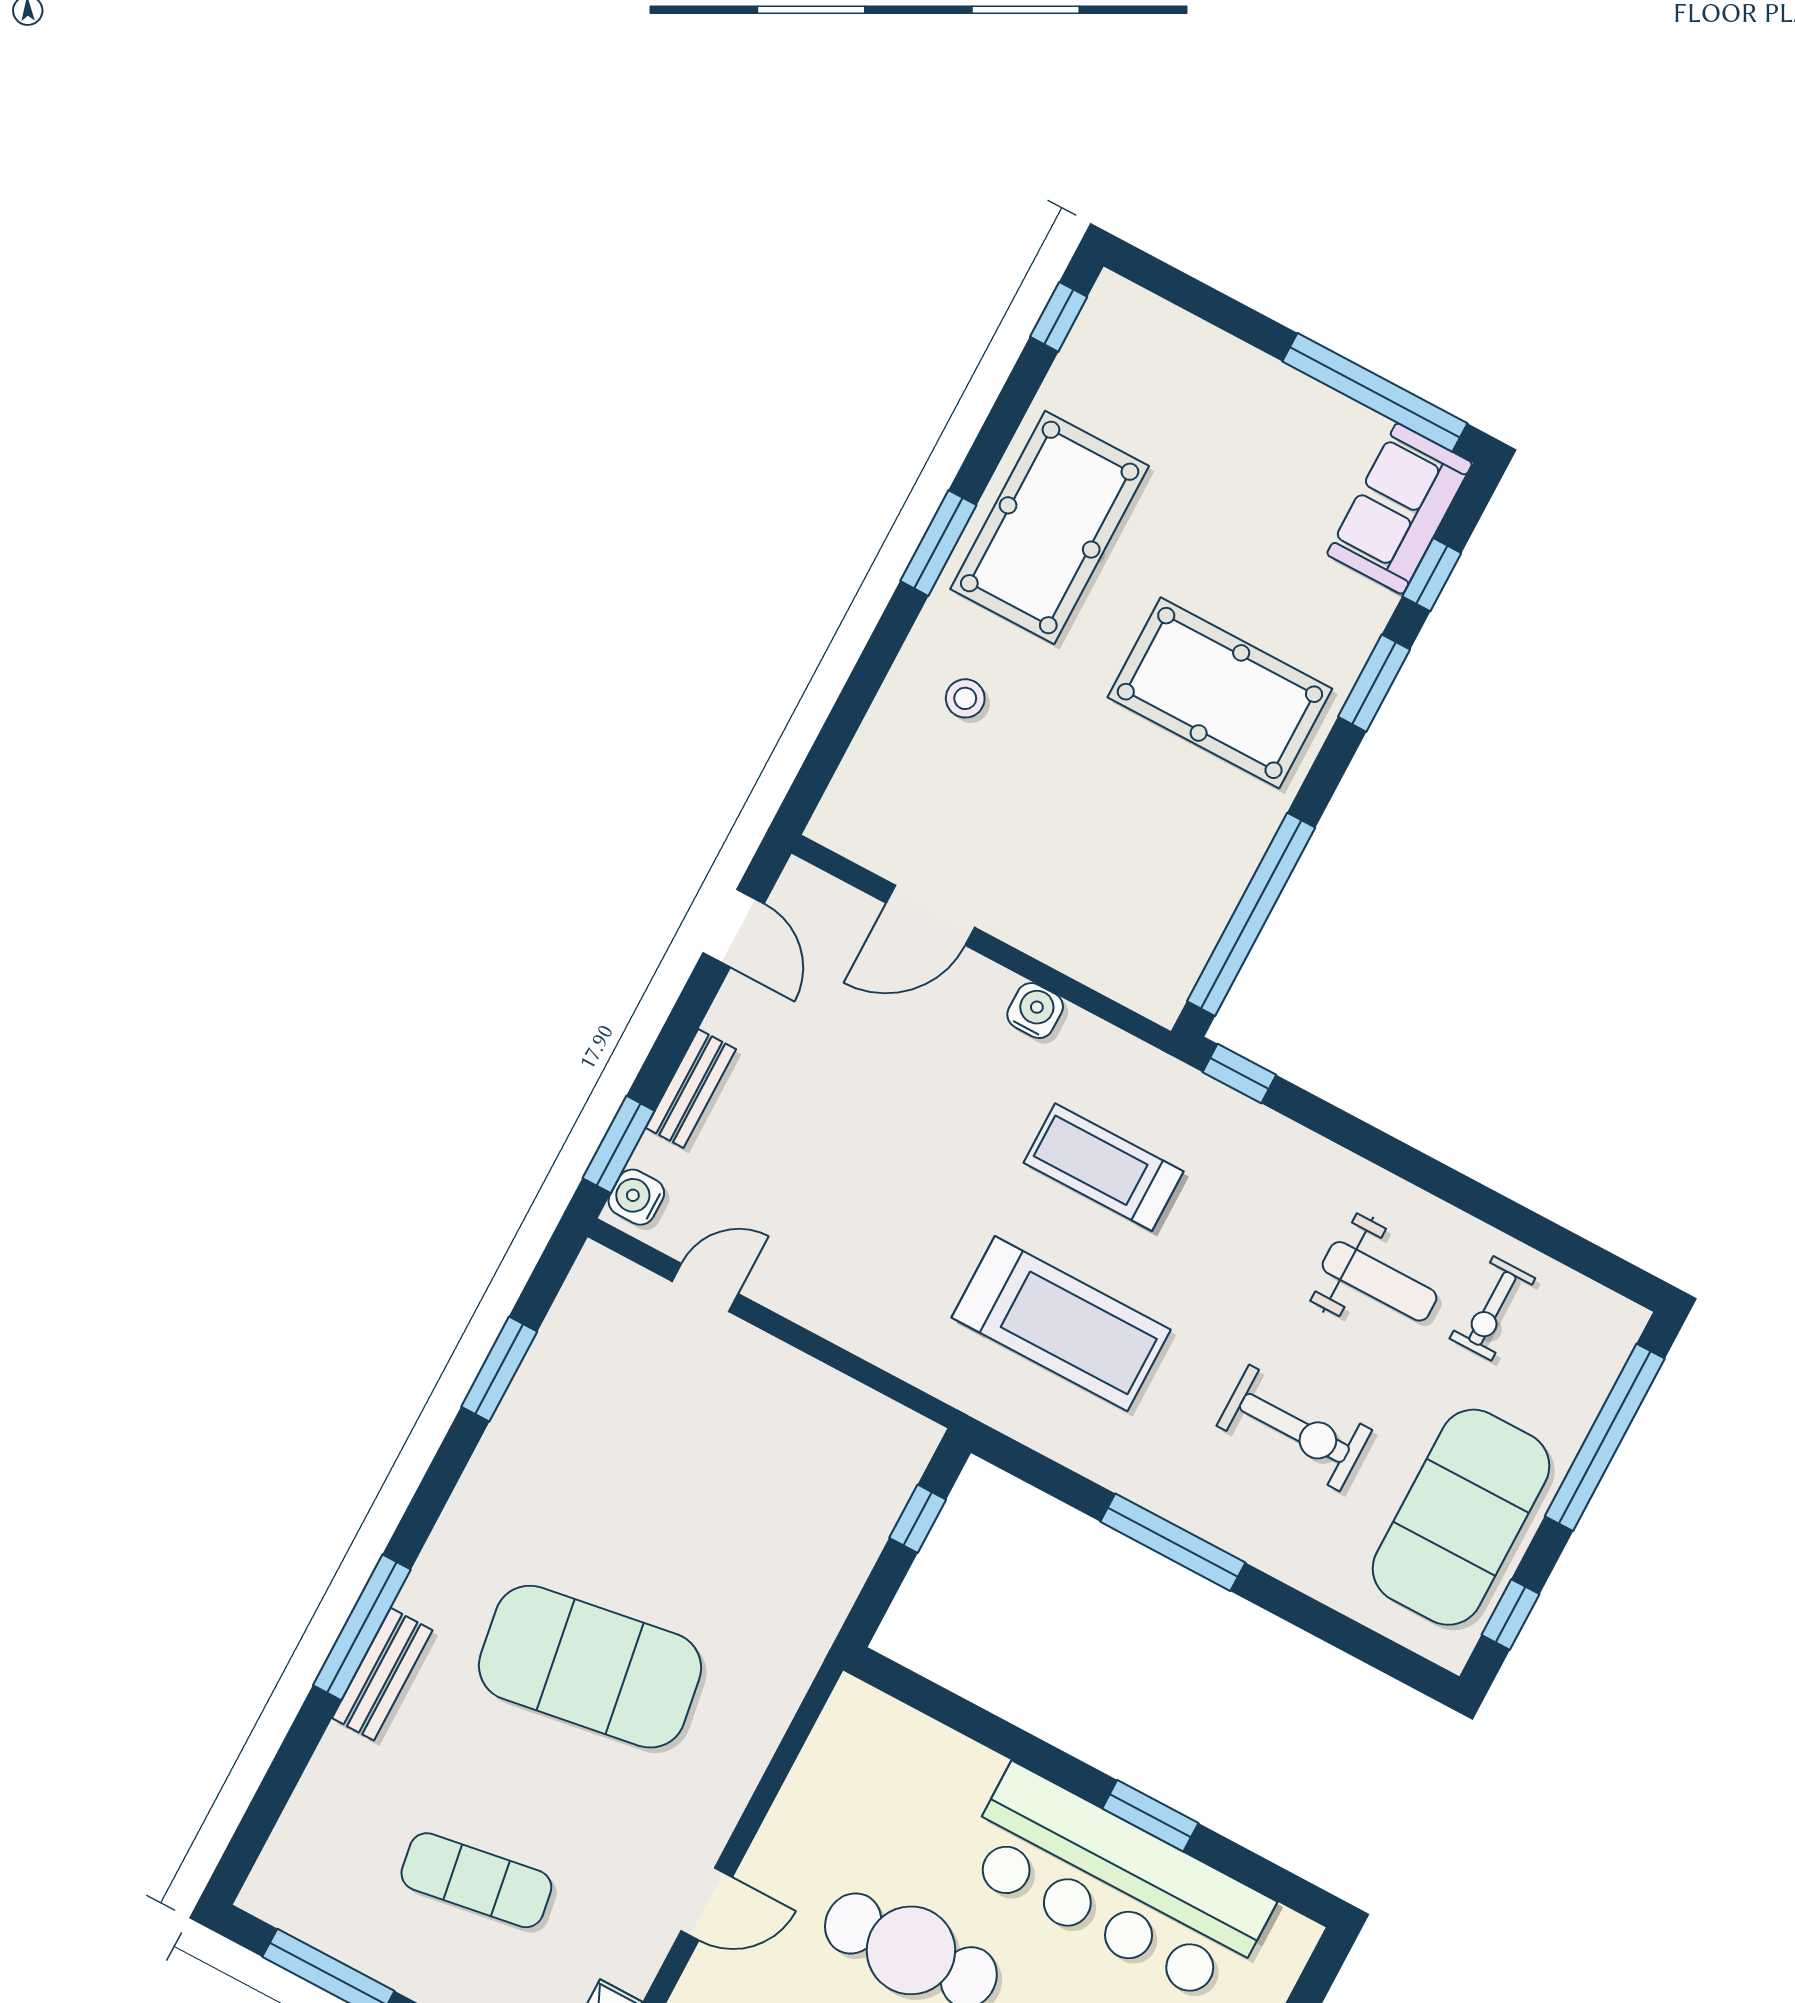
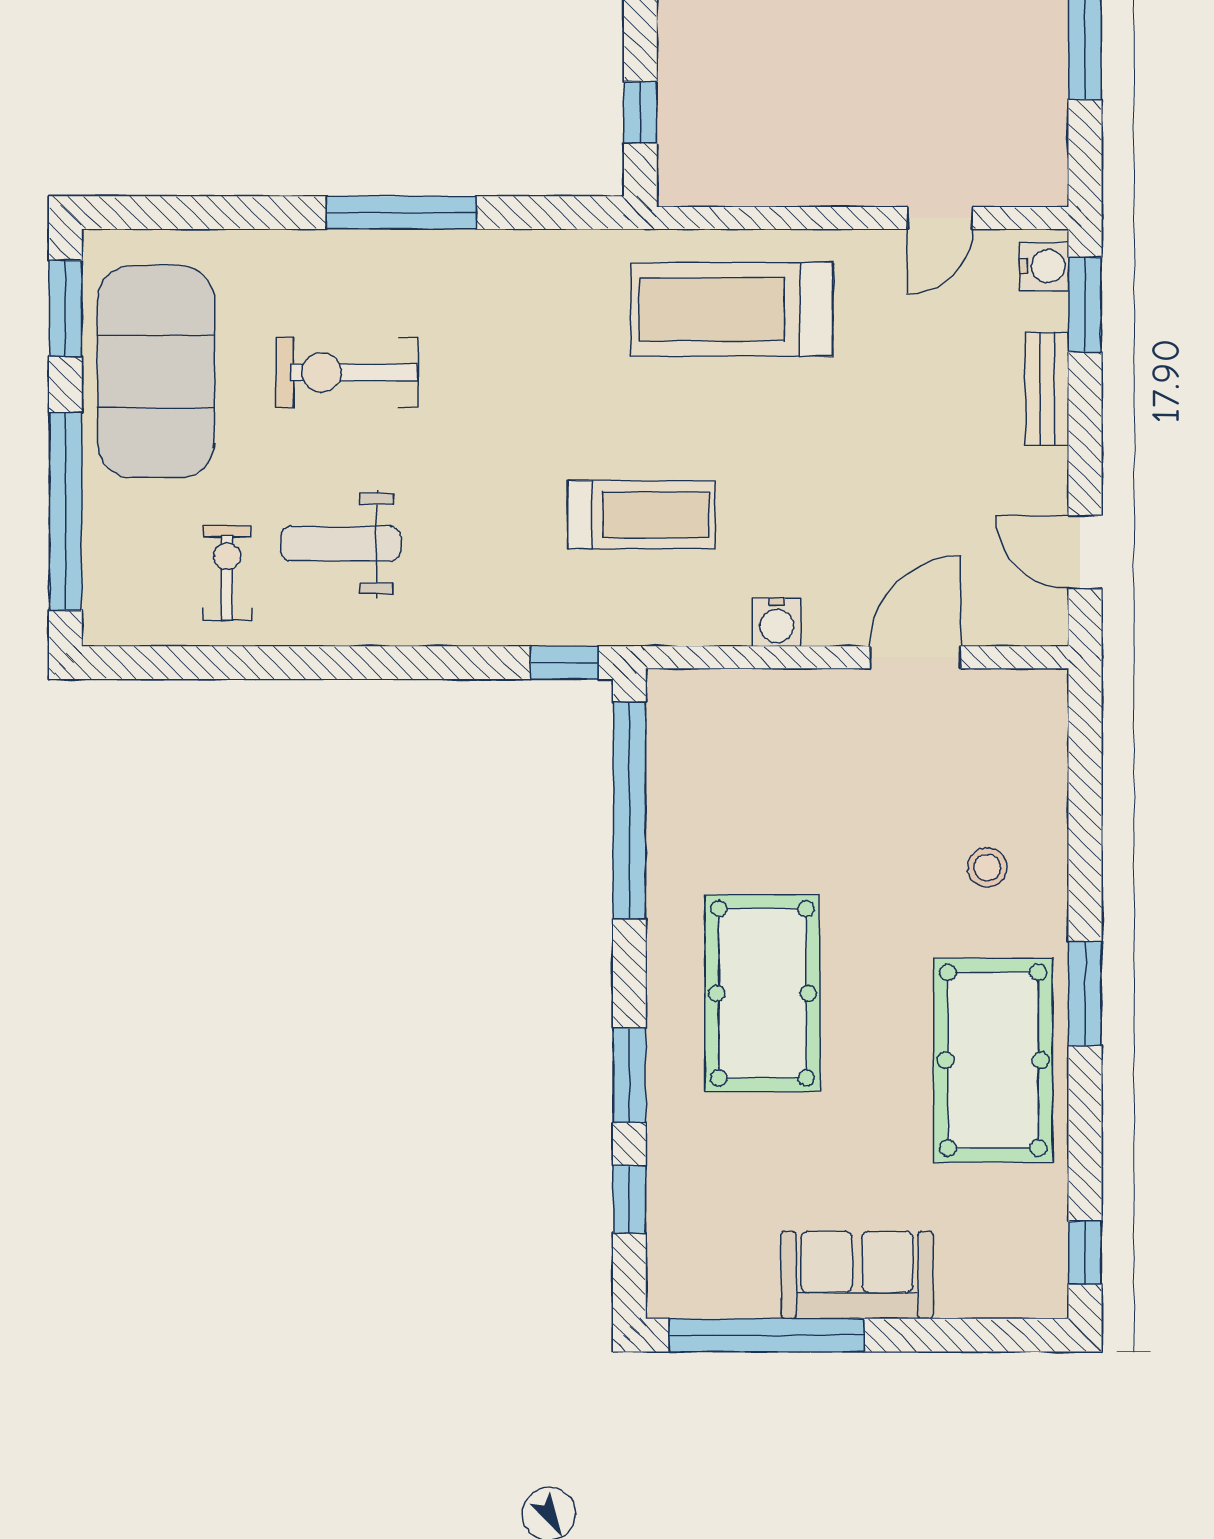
sofa: (1399, 509) -> (857, 1275), moved, turned -90
pool table: (1220, 693) -> (762, 993), turned 90
treadmill: (1061, 1324) -> (732, 309), moved
window: (1510, 1615) -> (65, 308), width x1.50

